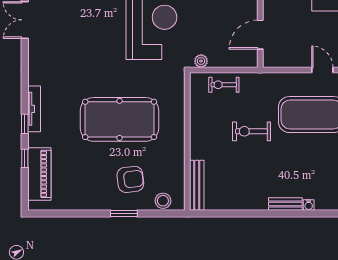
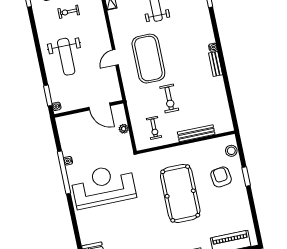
plant: (201, 61) -> (124, 129), moved
exercise bike: (224, 85) -> (154, 128), moved
bench: (197, 185) -> (196, 133), moved

